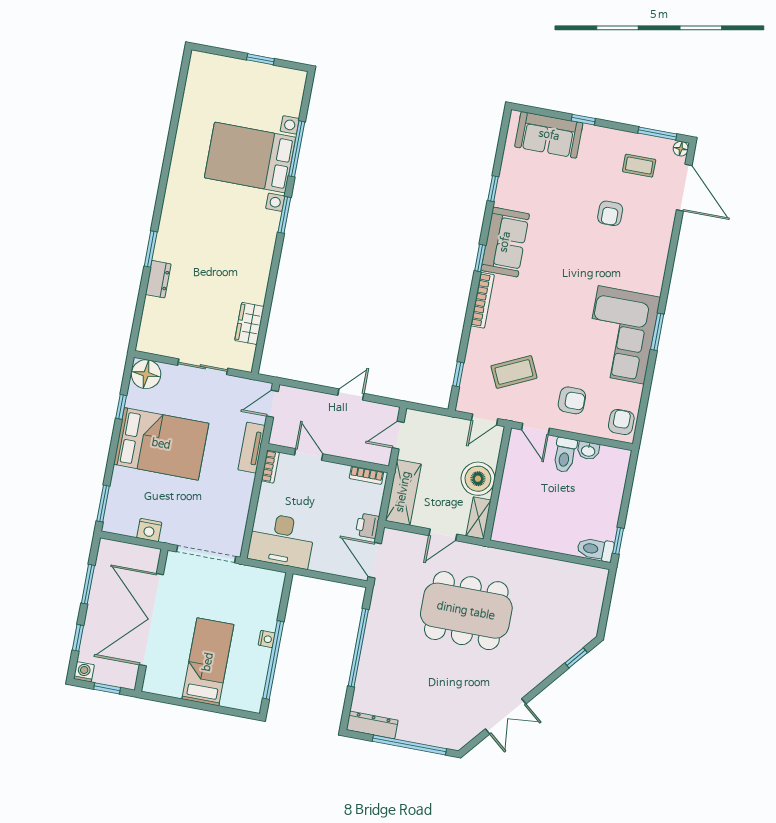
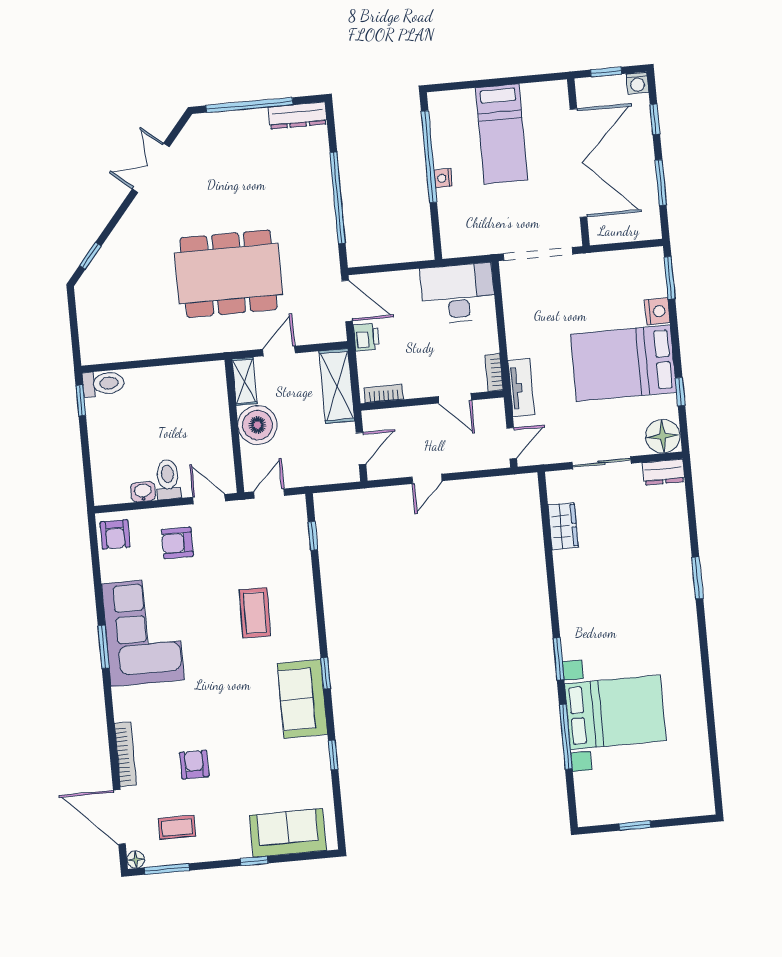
dresser: (158, 279) -> (664, 472), moved, turned -90
bookcase: (482, 300) -> (125, 754), moved, turned 180
coffee table: (514, 372) -> (255, 613), moved, turned -64
nightstand: (149, 530) -> (657, 311), moved, turned 90

